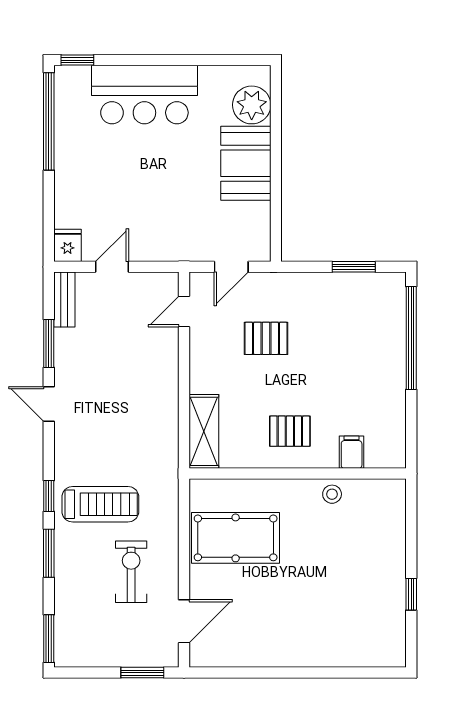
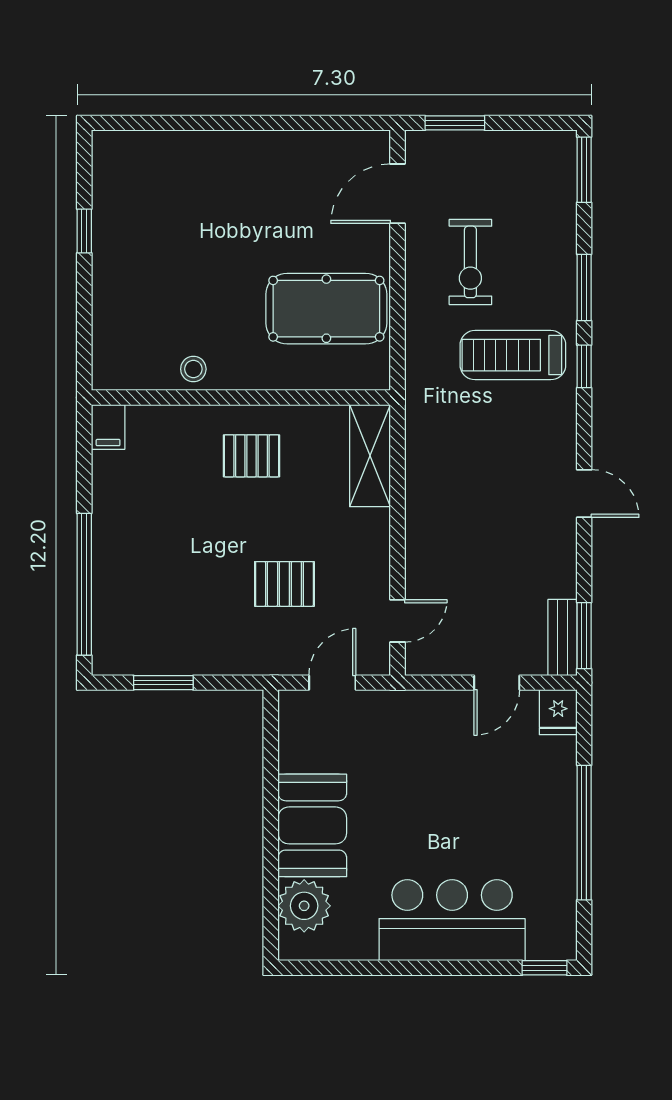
window: (49, 121) -> (584, 833), moved
window: (49, 344) -> (584, 636), moved
filing cabinet: (352, 452) -> (108, 427), moved

